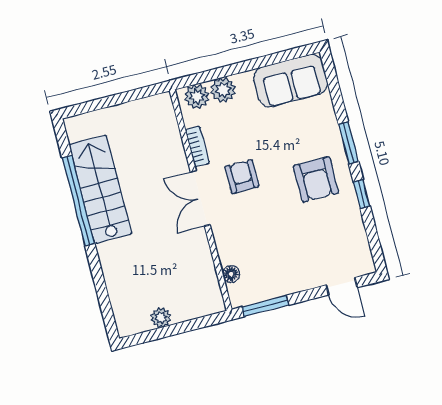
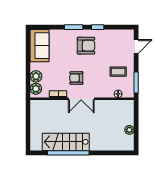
coffee table: (278, 262) -> (118, 72), added

